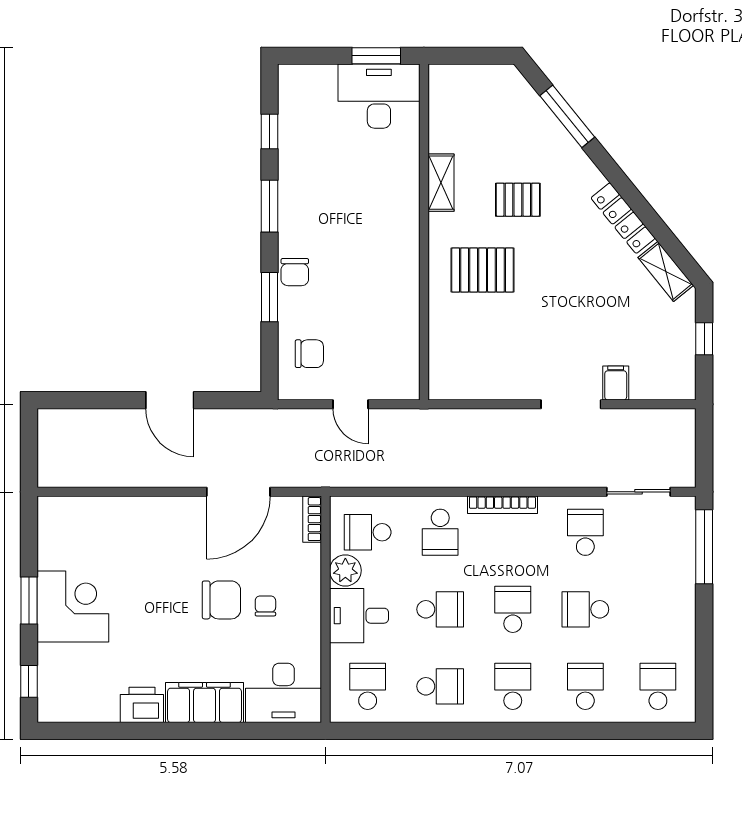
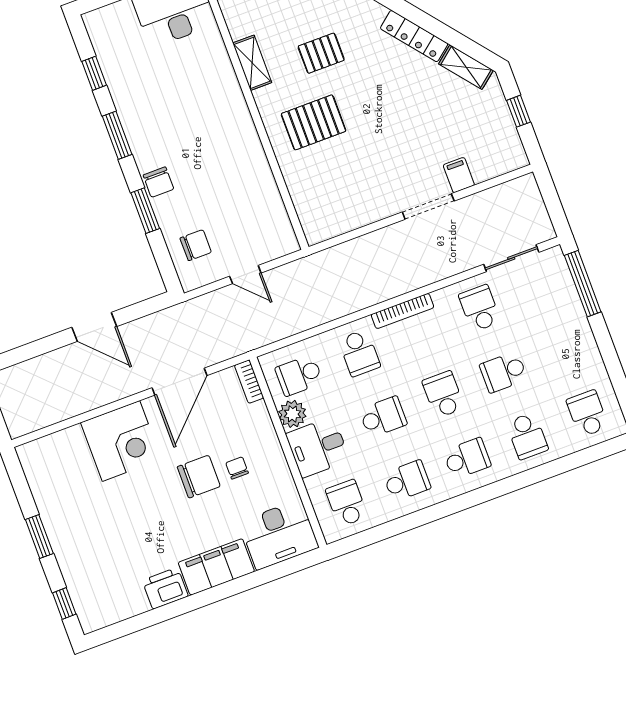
corner desk: (73, 607) -> (121, 441), moved, turned 90
school desk: (513, 686) -> (467, 458), turned 90
school desk: (585, 686) -> (527, 436), turned 180

